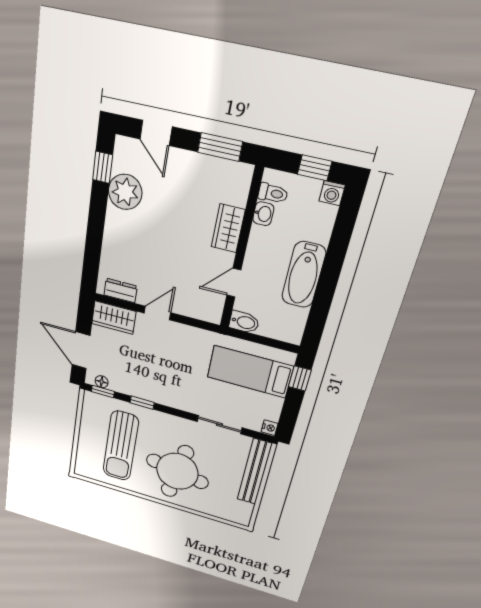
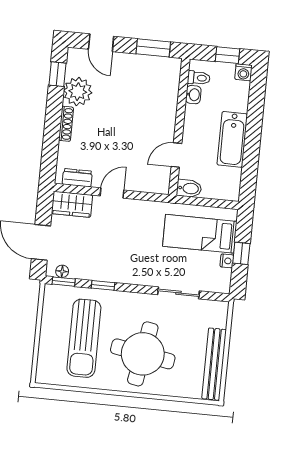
wardrobe: (228, 228) -> (167, 110), removed
shoe rack: (110, 229) -> (66, 124), added
window: (300, 378) -> (241, 253), moved
nightstand: (270, 428) -> (227, 261), moved
bench: (255, 472) -> (214, 364), moved

